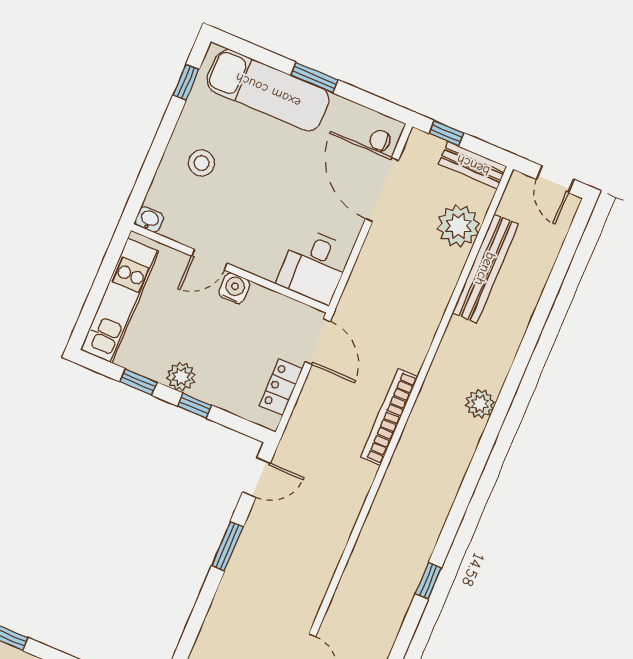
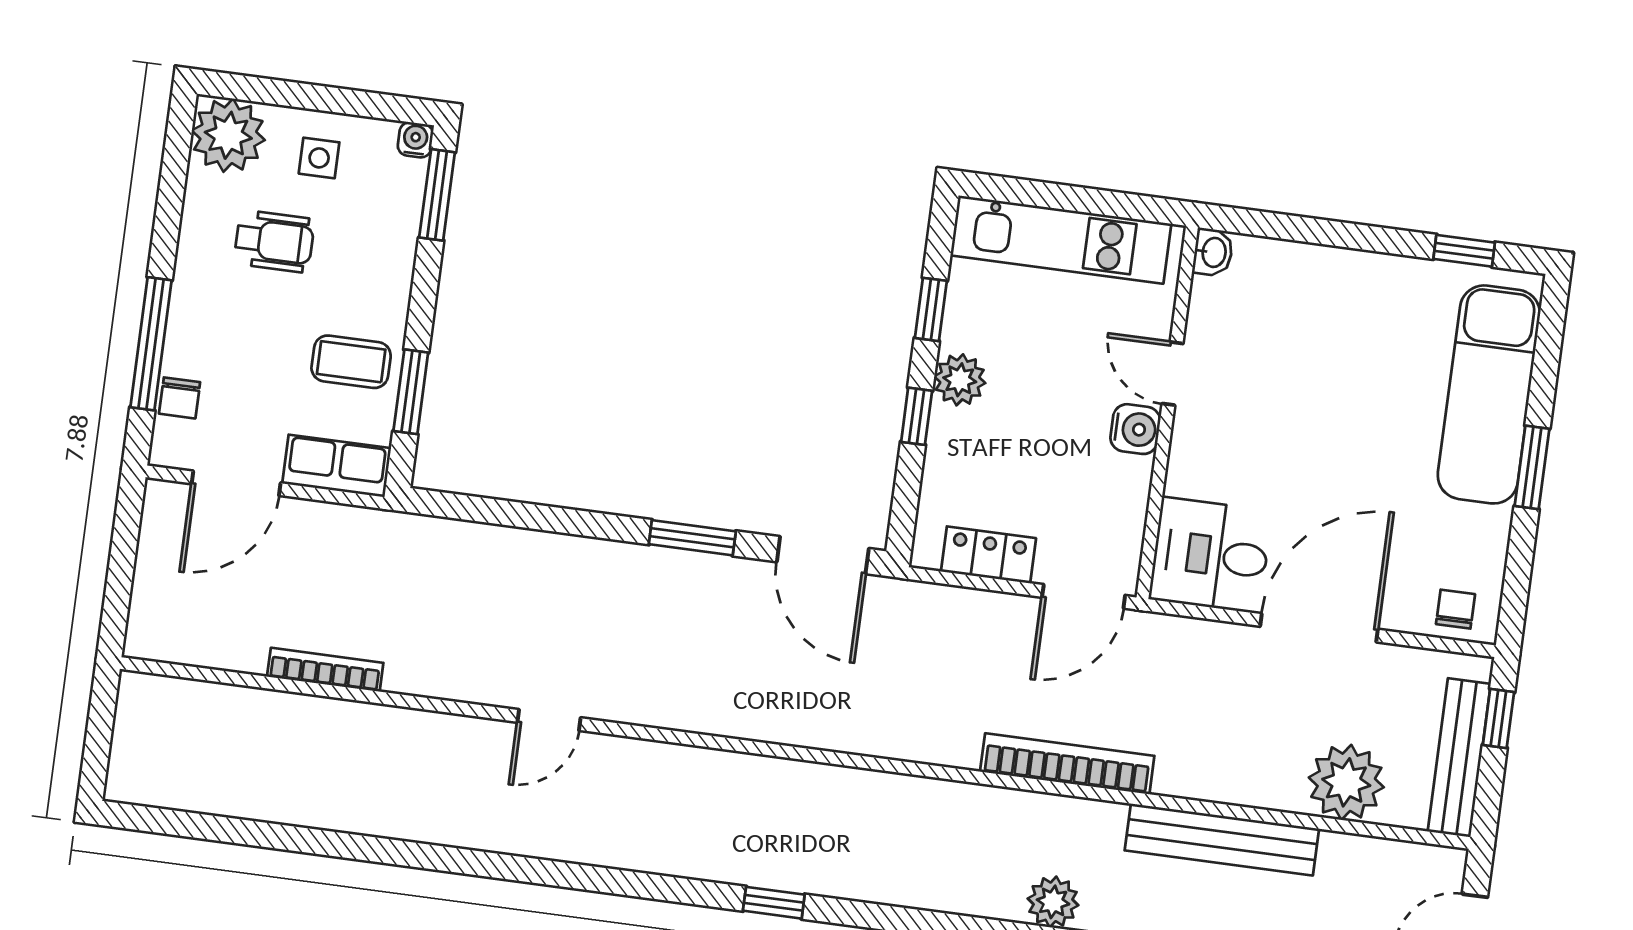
stool: (202, 163) -> (1334, 315), removed
bench: (473, 165) -> (1459, 758), width x1.36
door: (382, 189) -> (1319, 628), moved
bench: (485, 269) -> (1222, 840), moved
bookcase: (389, 417) -> (1067, 764), moved
door: (256, 478) -> (823, 555), width x1.38
window: (428, 581) -> (774, 903), moved

